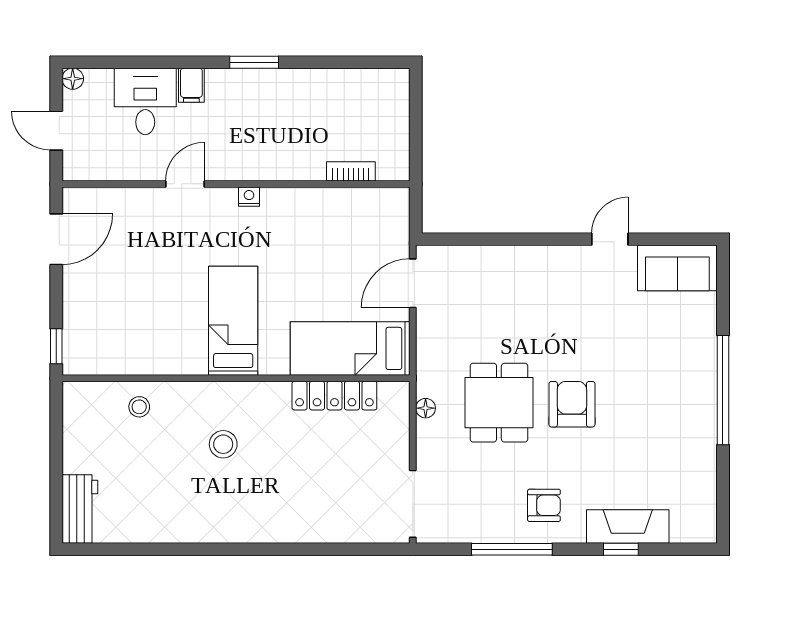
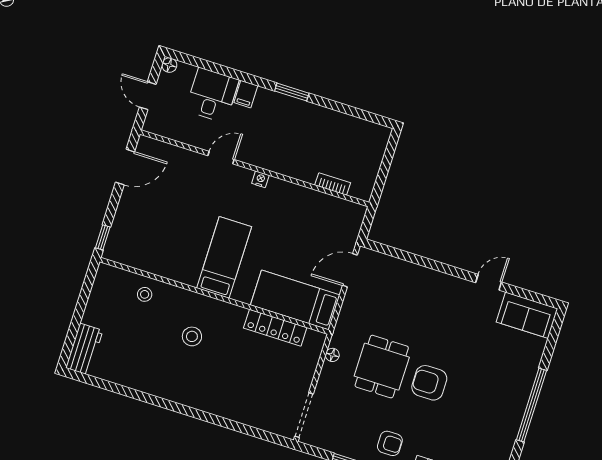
armchair: (572, 404) -> (429, 383), turned -90

